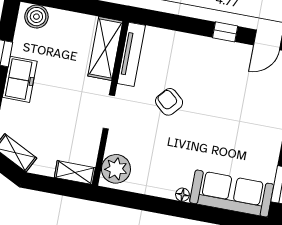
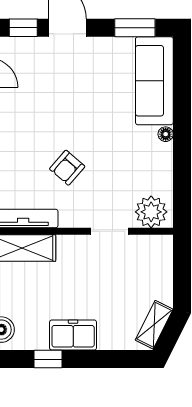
doorway: (109, 112) -> (110, 231), moved
shelving: (75, 173) -> (163, 256), removed

